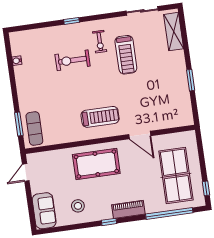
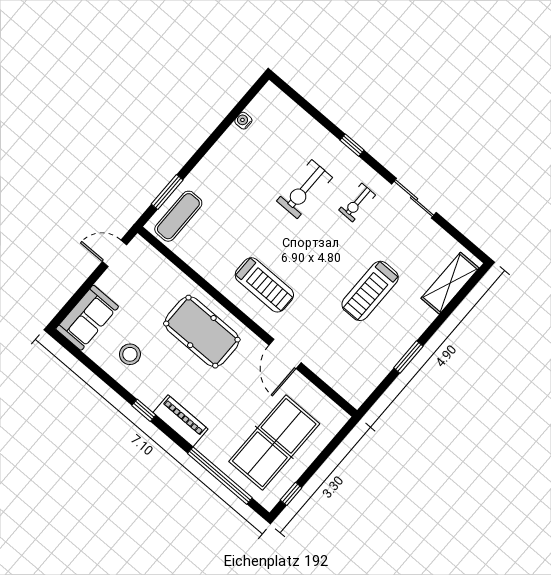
sliding door: (142, 11) -> (414, 198), moved
treadmill: (126, 55) -> (370, 291), moved
exercise bike: (73, 60) -> (304, 189), turned -90

